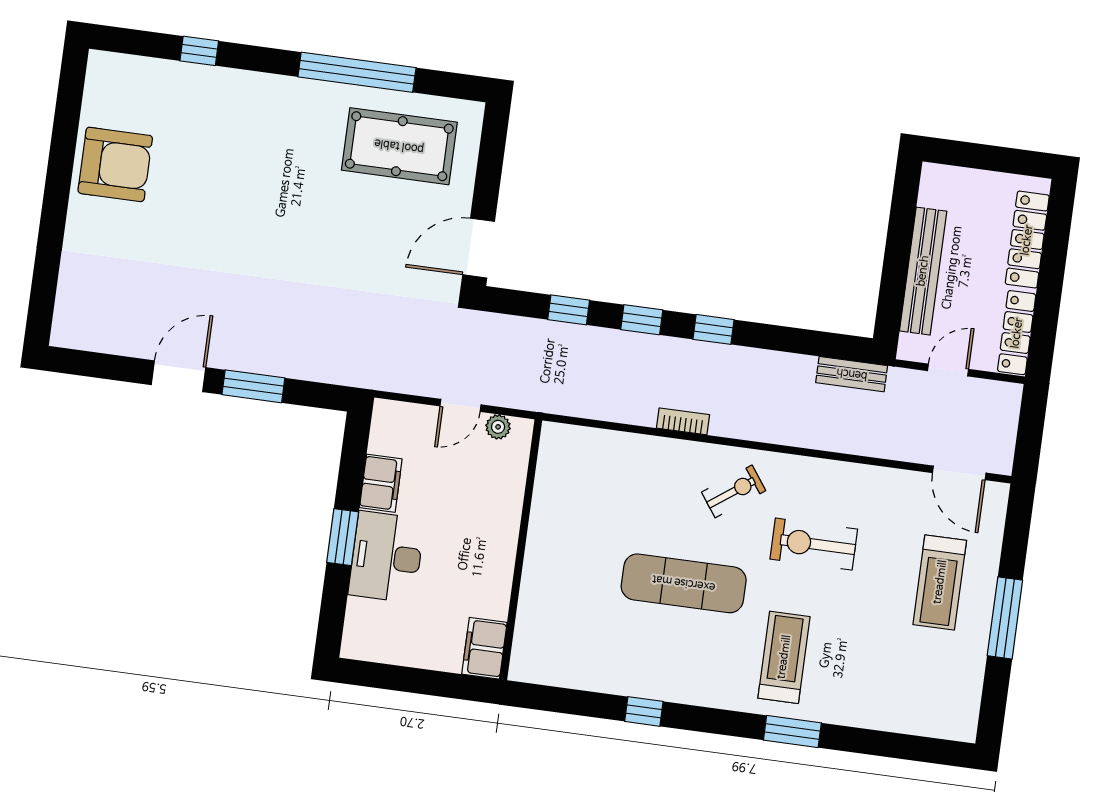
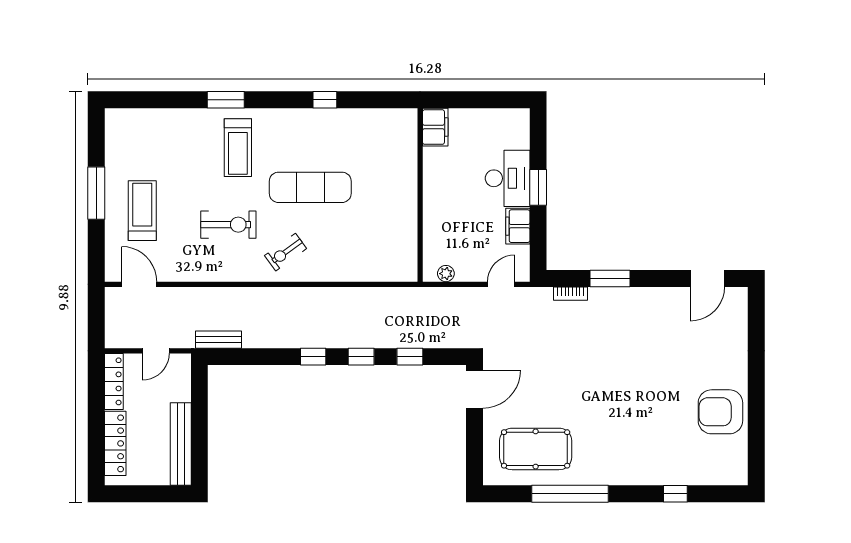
bench: (923, 271) -> (181, 444), moved
door: (178, 376) -> (707, 278), moved
door: (461, 405) -> (501, 284), moved
bookcase: (683, 421) -> (571, 294), moved

